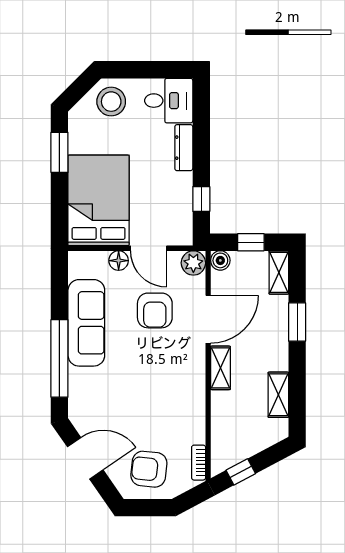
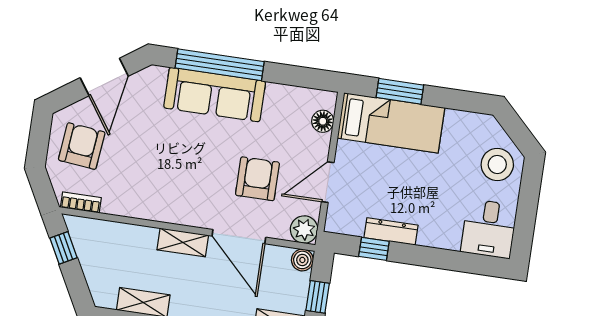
dresser: (184, 148) -> (391, 231), moved
window: (59, 152) -> (400, 91), moved
bed: (99, 200) -> (391, 123), width x0.67
floor lamp: (119, 261) -> (323, 121), moved
armchair: (155, 310) -> (257, 179), turned 90
sofa: (86, 323) -> (215, 95), moved

